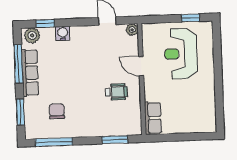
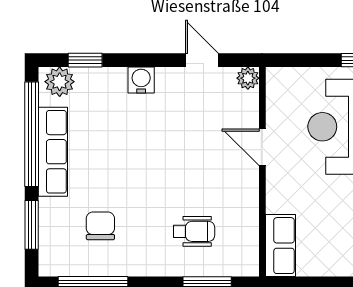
water cooler: (63, 33) -> (141, 80), moved
window: (18, 64) -> (32, 134), width x1.46
wheelchair: (116, 92) -> (194, 231), moved

